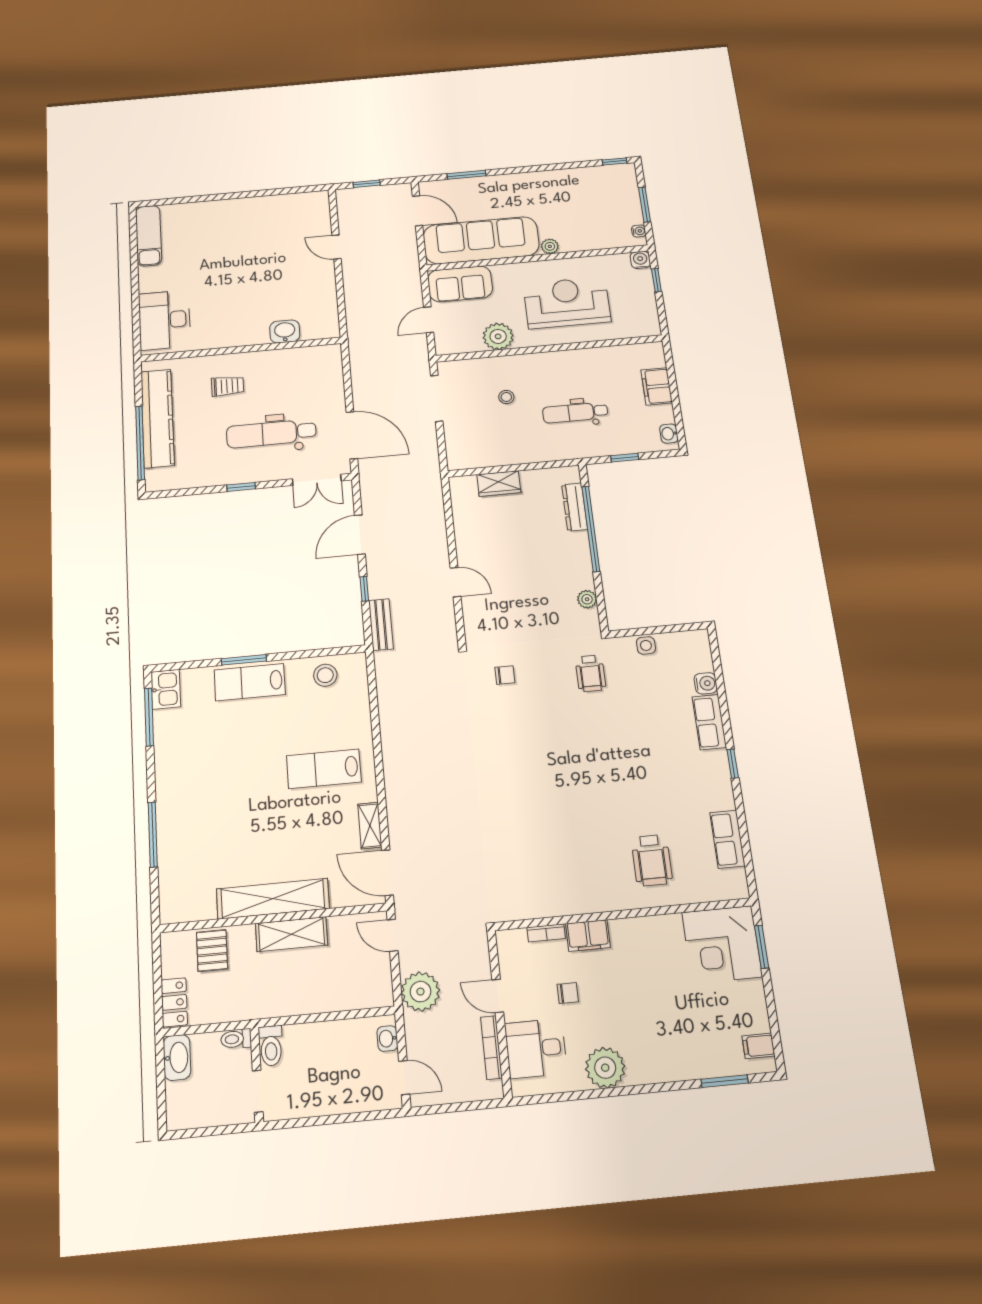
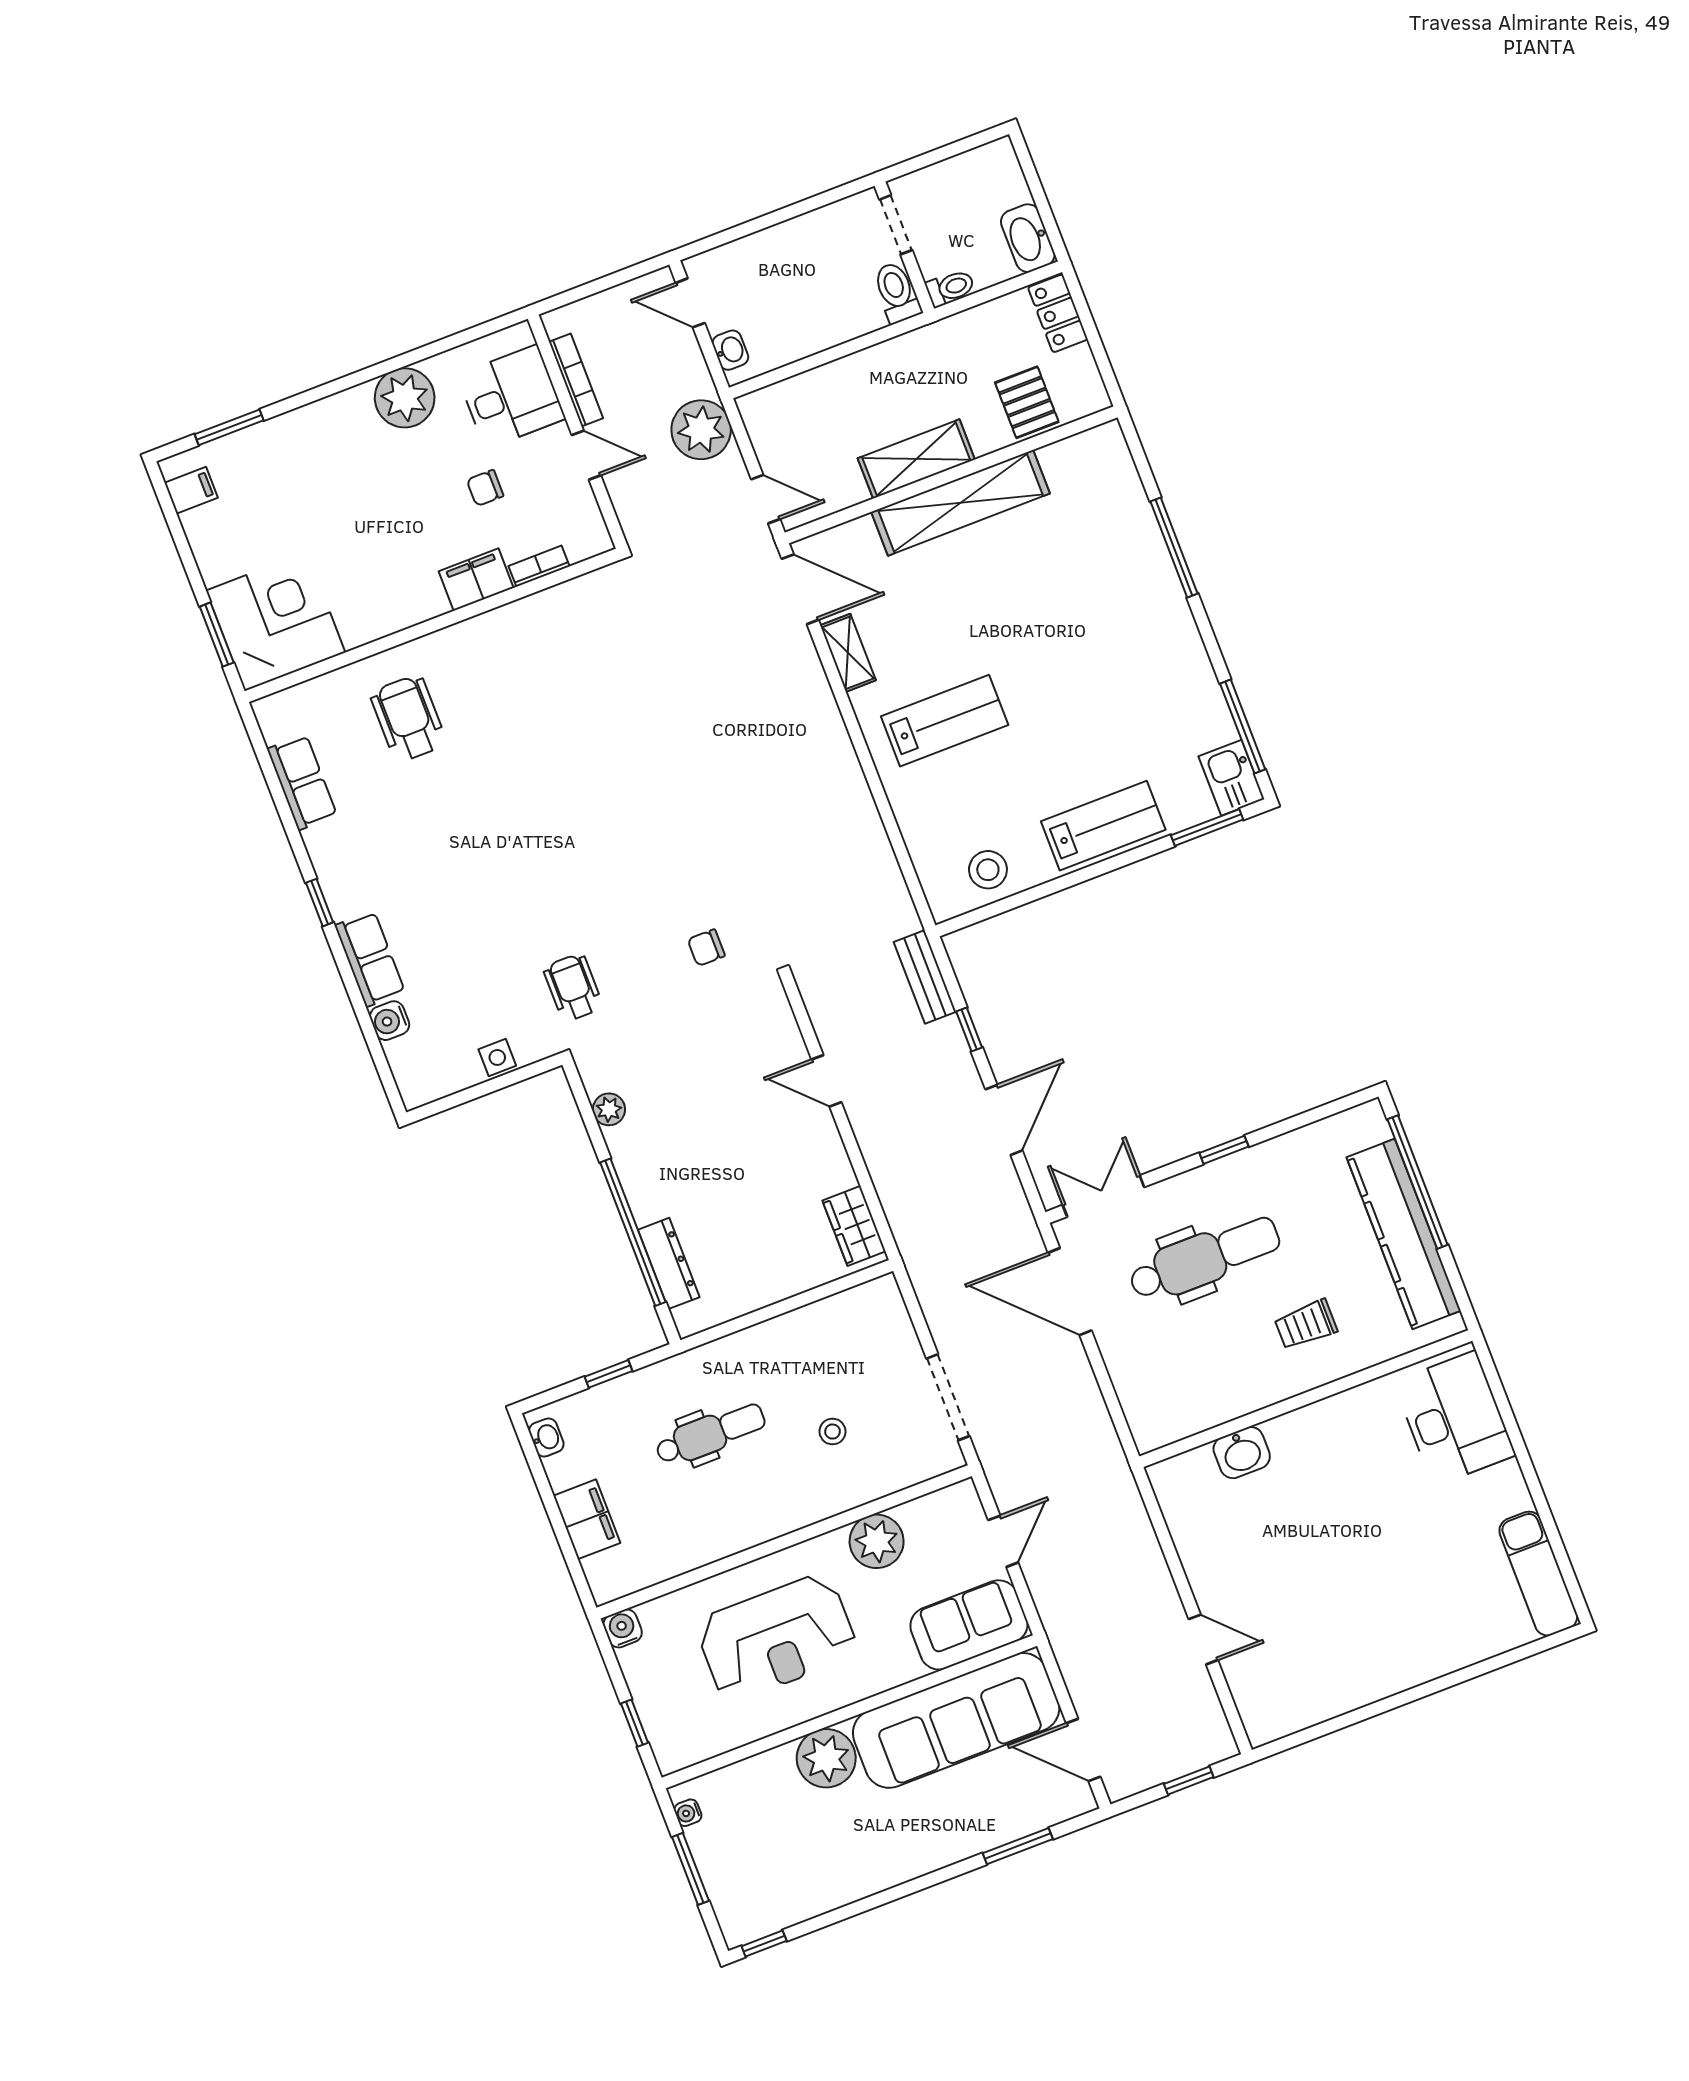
plant: (550, 246) -> (826, 1758), width x1.87, depth x1.87
water cooler: (640, 260) -> (623, 1628), moved, turned 180
wardrobe: (499, 484) -> (854, 1226), moved, turned -90
window: (244, 660) -> (1207, 827), moved

